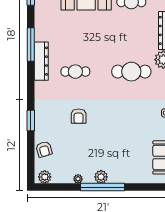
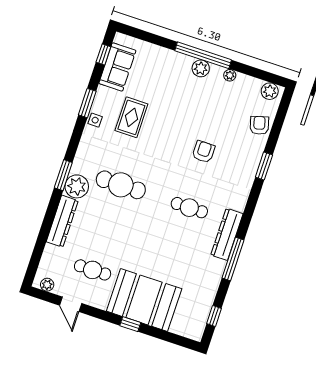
rug: (140, 124) -> (131, 117), added

